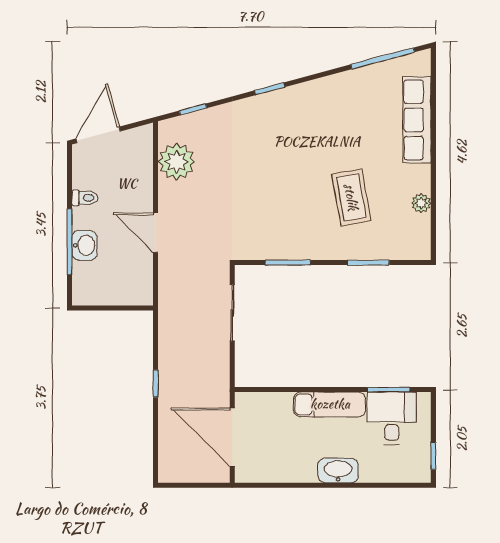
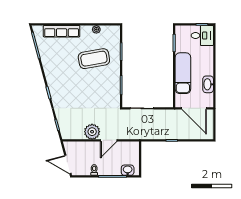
plant: (177, 162) -> (92, 132), moved
coffee table: (351, 197) -> (94, 59), width x1.36, depth x1.32
washbasin: (84, 245) -> (128, 170), moved
exam couch: (330, 404) -> (183, 73), width x1.36, depth x1.45
desk: (392, 418) -> (202, 36), moved, turned 180
door: (232, 437) -> (194, 108), hinge flipped
washbasin: (338, 471) -> (208, 84), moved

